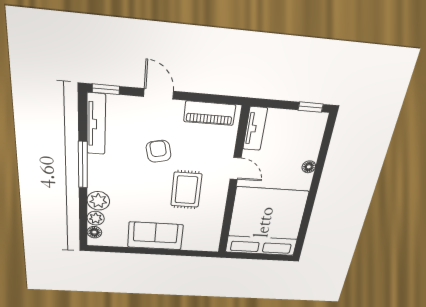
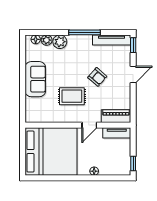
piano: (210, 113) -> (116, 116), moved, turned 90
armchair: (159, 151) -> (97, 77), turned 54

